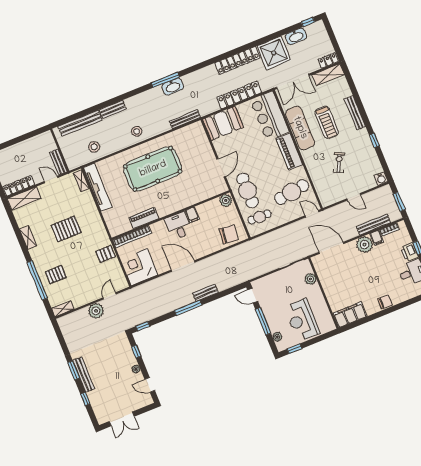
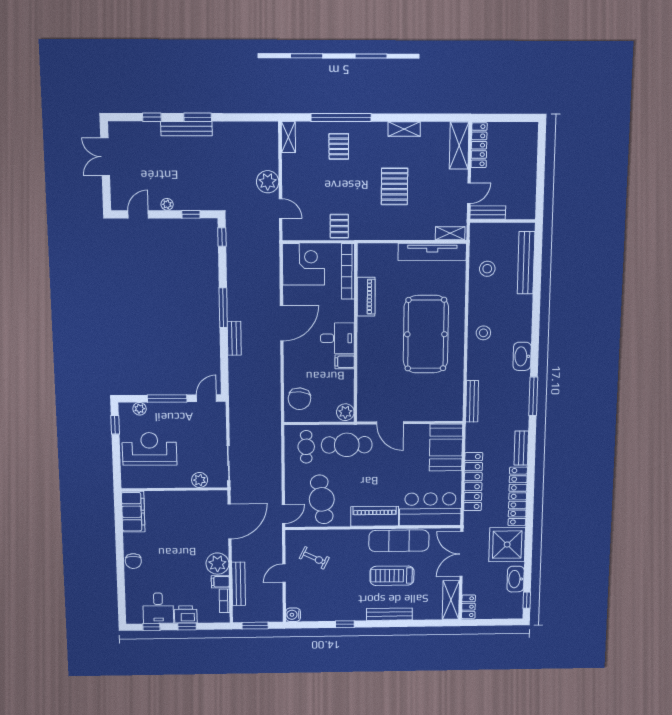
washbasin: (173, 87) -> (522, 356), moved
bench: (113, 109) -> (521, 448), moved
exercise bike: (339, 163) -> (314, 558), moved

